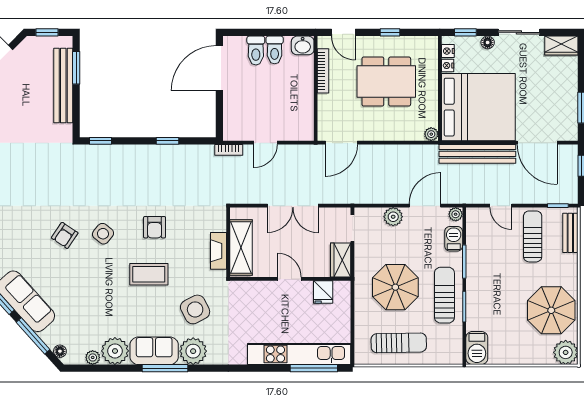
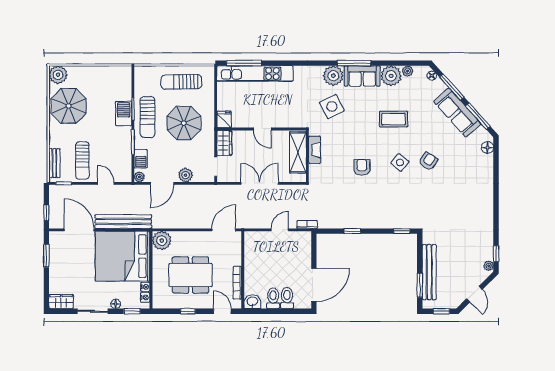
plant: (431, 134) -> (162, 241), width x1.88, depth x1.88
coffee table: (149, 274) -> (394, 119), moved
fridge: (323, 292) -> (224, 119), moved
barbecue: (477, 348) -> (124, 114), moved

